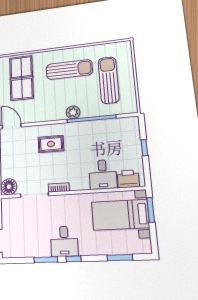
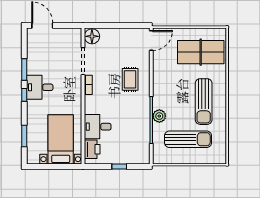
plant: (73, 112) -> (159, 116), moved
window: (151, 210) -> (64, 166), removed

